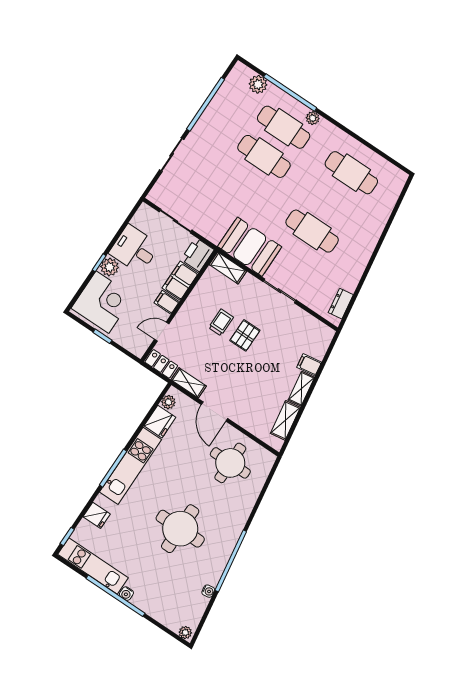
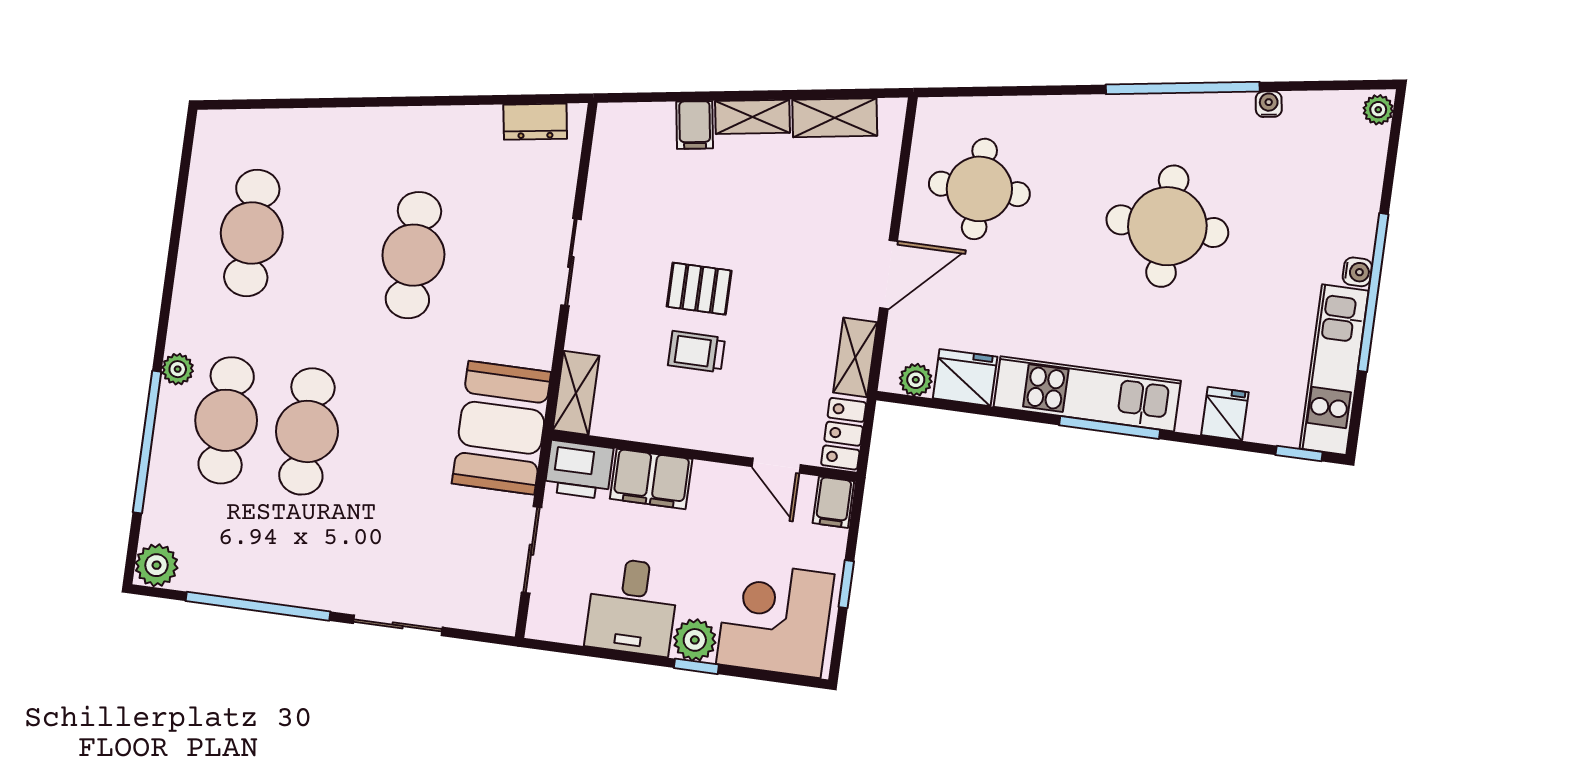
plant: (258, 84) -> (157, 565), moved
booth: (250, 247) -> (501, 428), moved
filing cabinet: (167, 302) -> (833, 502), moved

